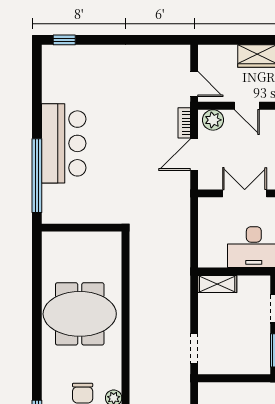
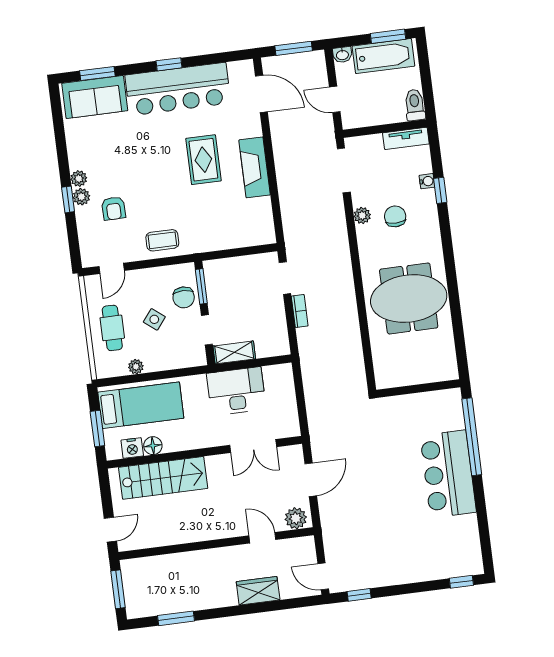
window: (162, 40) -> (359, 595), added
door: (194, 84) -> (323, 576), moved
bookcase: (184, 123) -> (300, 311), moved
shelving: (217, 284) -> (234, 352), moved

